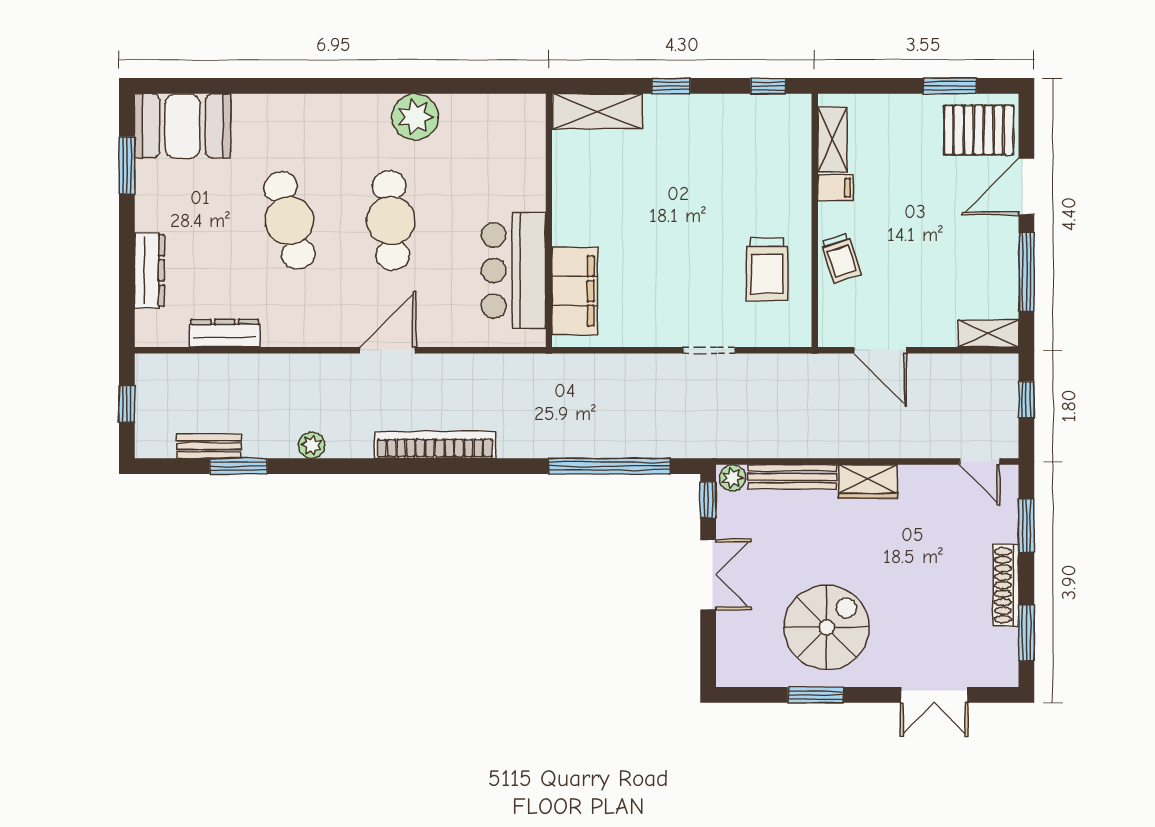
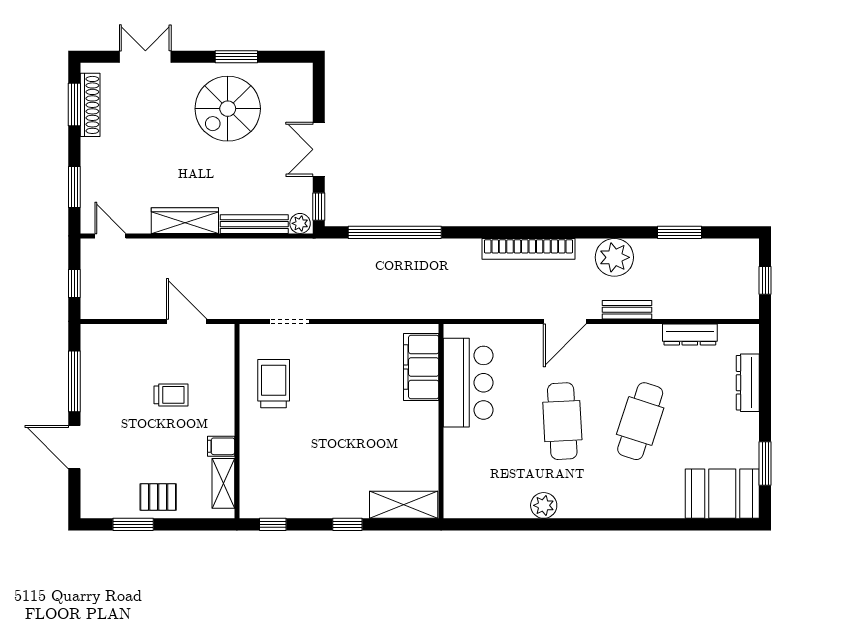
plant: (415, 117) -> (544, 505), width x0.73, depth x0.73
pallet: (979, 130) -> (158, 497), moved, width x0.67, depth x0.71
door: (1026, 187) -> (74, 447), swing flipped
cafe table: (289, 220) -> (640, 421), turned 33
trolley: (841, 258) -> (171, 395), moved, turned 108
shelving: (988, 334) -> (104, 334), removed
doorway: (709, 350) -> (290, 321), moved
plant: (312, 445) -> (614, 257), width x1.88, depth x1.88
bench: (209, 446) -> (627, 310), moved
wardrobe: (868, 482) -> (185, 221), width x1.50
shoe rack: (1006, 585) -> (90, 105), moved

